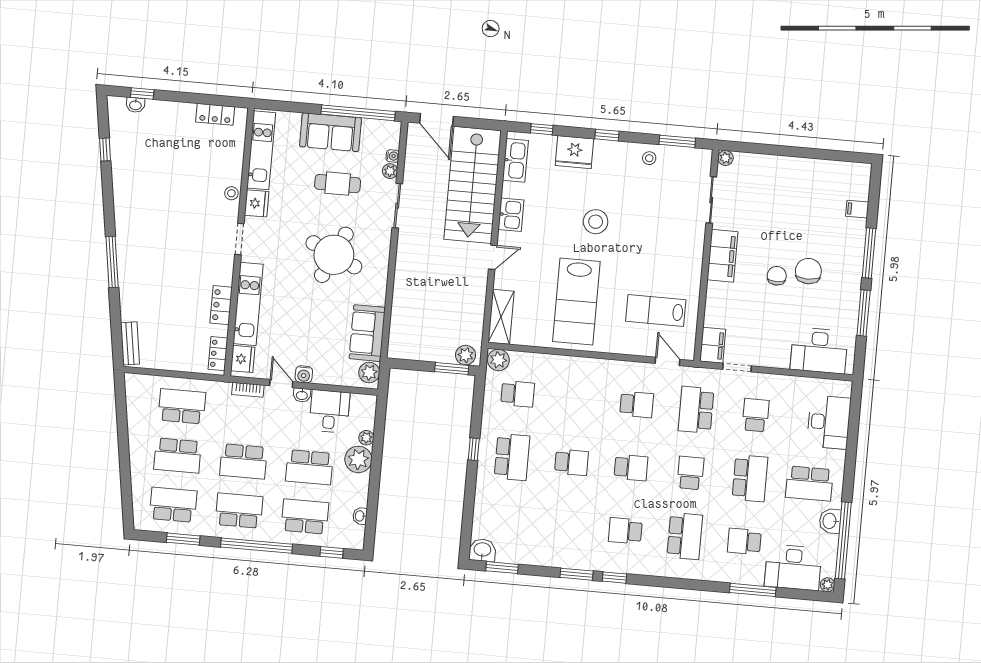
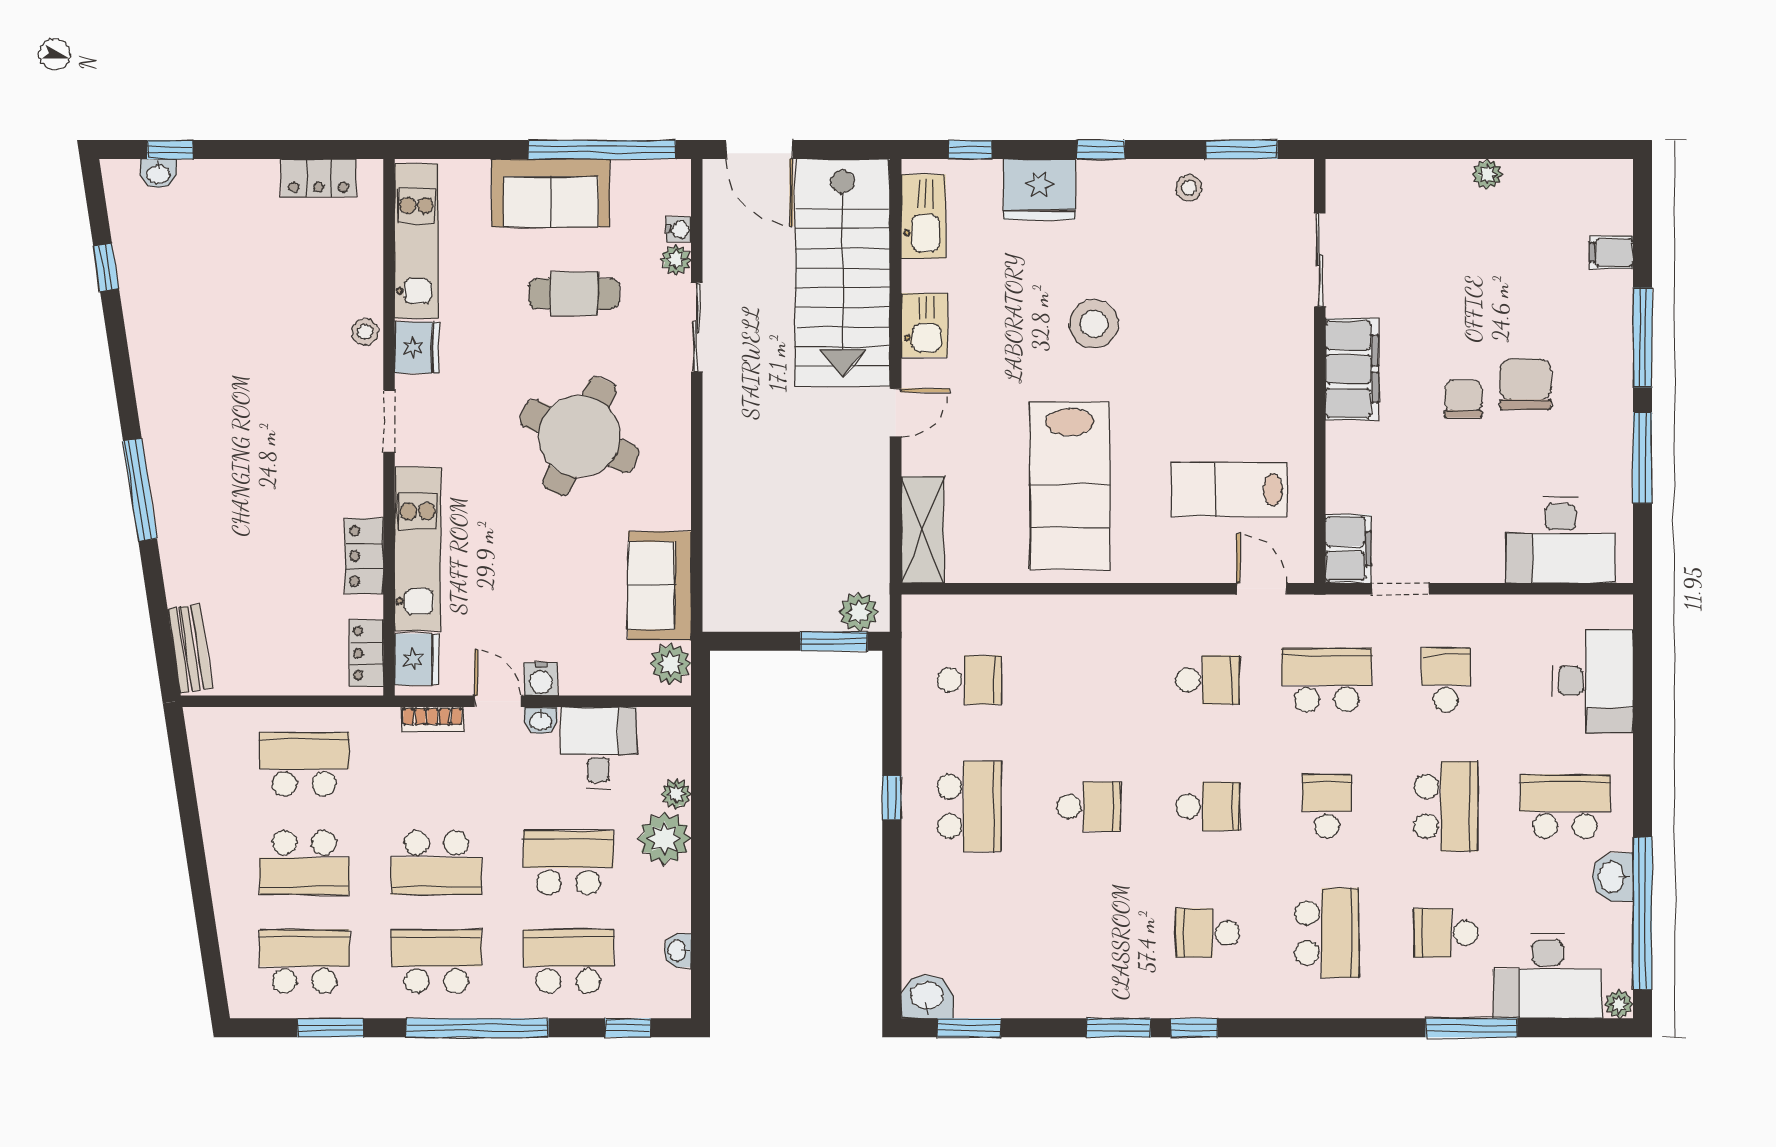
plant: (725, 158) -> (1487, 174), moved
plant: (498, 360) -> (925, 616), removed
school desk: (696, 410) -> (1327, 680), turned 90
school desk: (309, 467) -> (568, 863), turned 180
school desk: (809, 484) -> (1565, 806), turned 180

